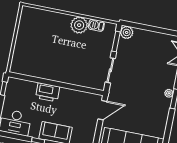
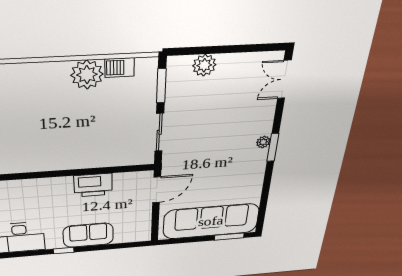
plant: (127, 32) -> (204, 65), moved
printer: (48, 92) -> (93, 185), moved

